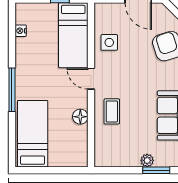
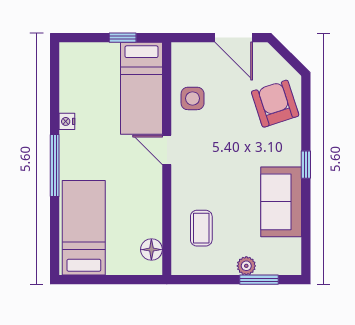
nightstand: (21, 31) -> (67, 121), moved
coffee table: (112, 111) -> (201, 228), moved
floor lamp: (80, 117) -> (151, 250), moved

